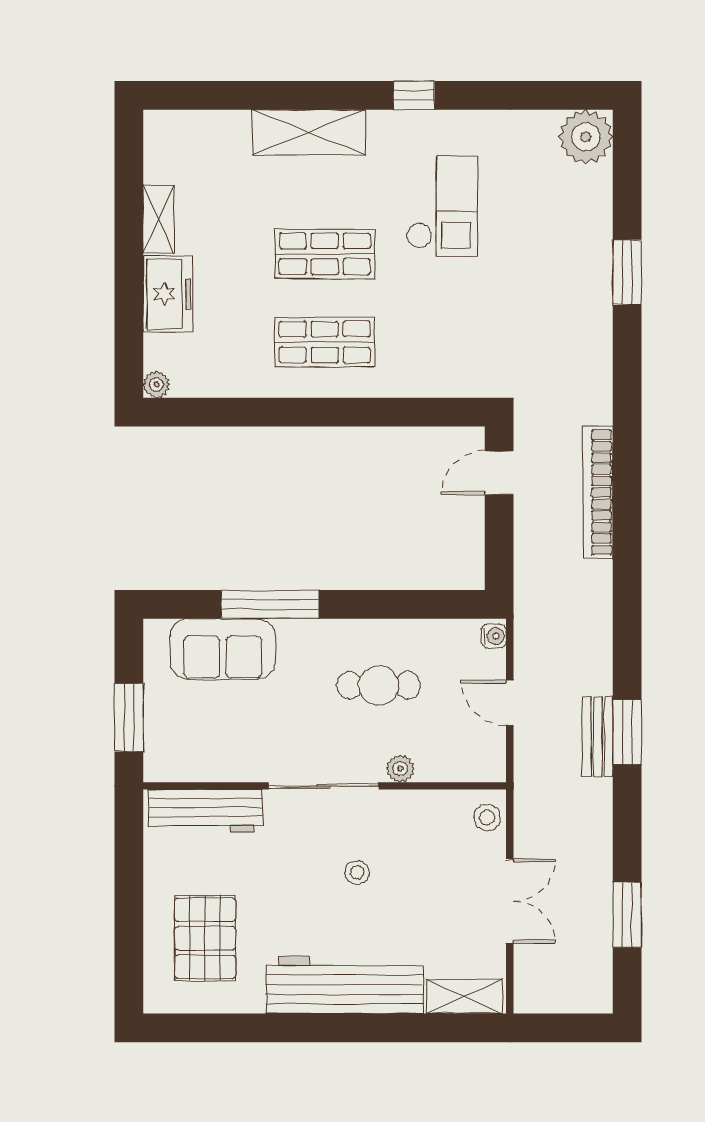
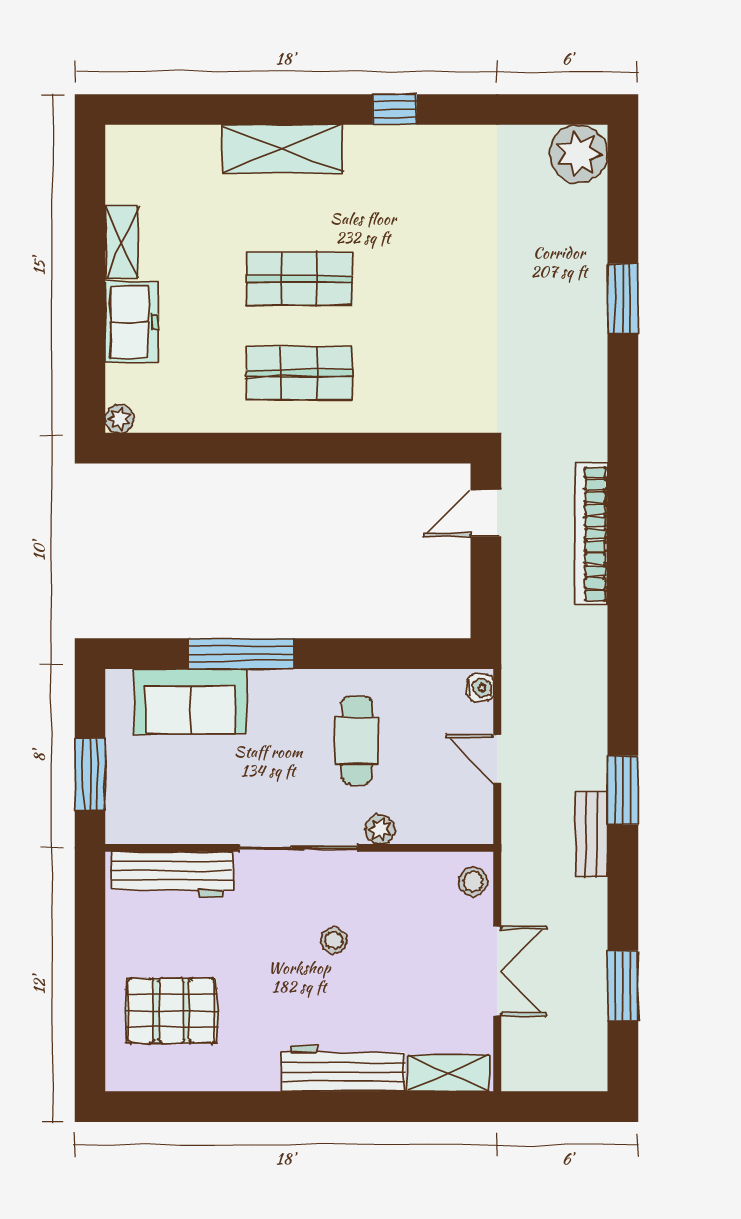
checkout: (442, 206) -> (425, 228), removed
cafe table: (379, 685) -> (357, 740), turned 90
bench: (598, 737) -> (591, 834), moved
pallet: (205, 938) -> (171, 1011), turned 90
workbench: (345, 985) -> (343, 1068), width x0.73, depth x0.76

